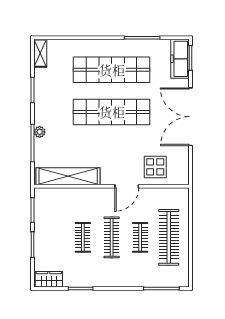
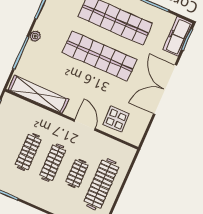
plant: (40, 132) -> (35, 36), moved
door: (127, 186) -> (85, 125), swing flipped
clothes rail: (83, 237) -> (28, 152), width x1.36

